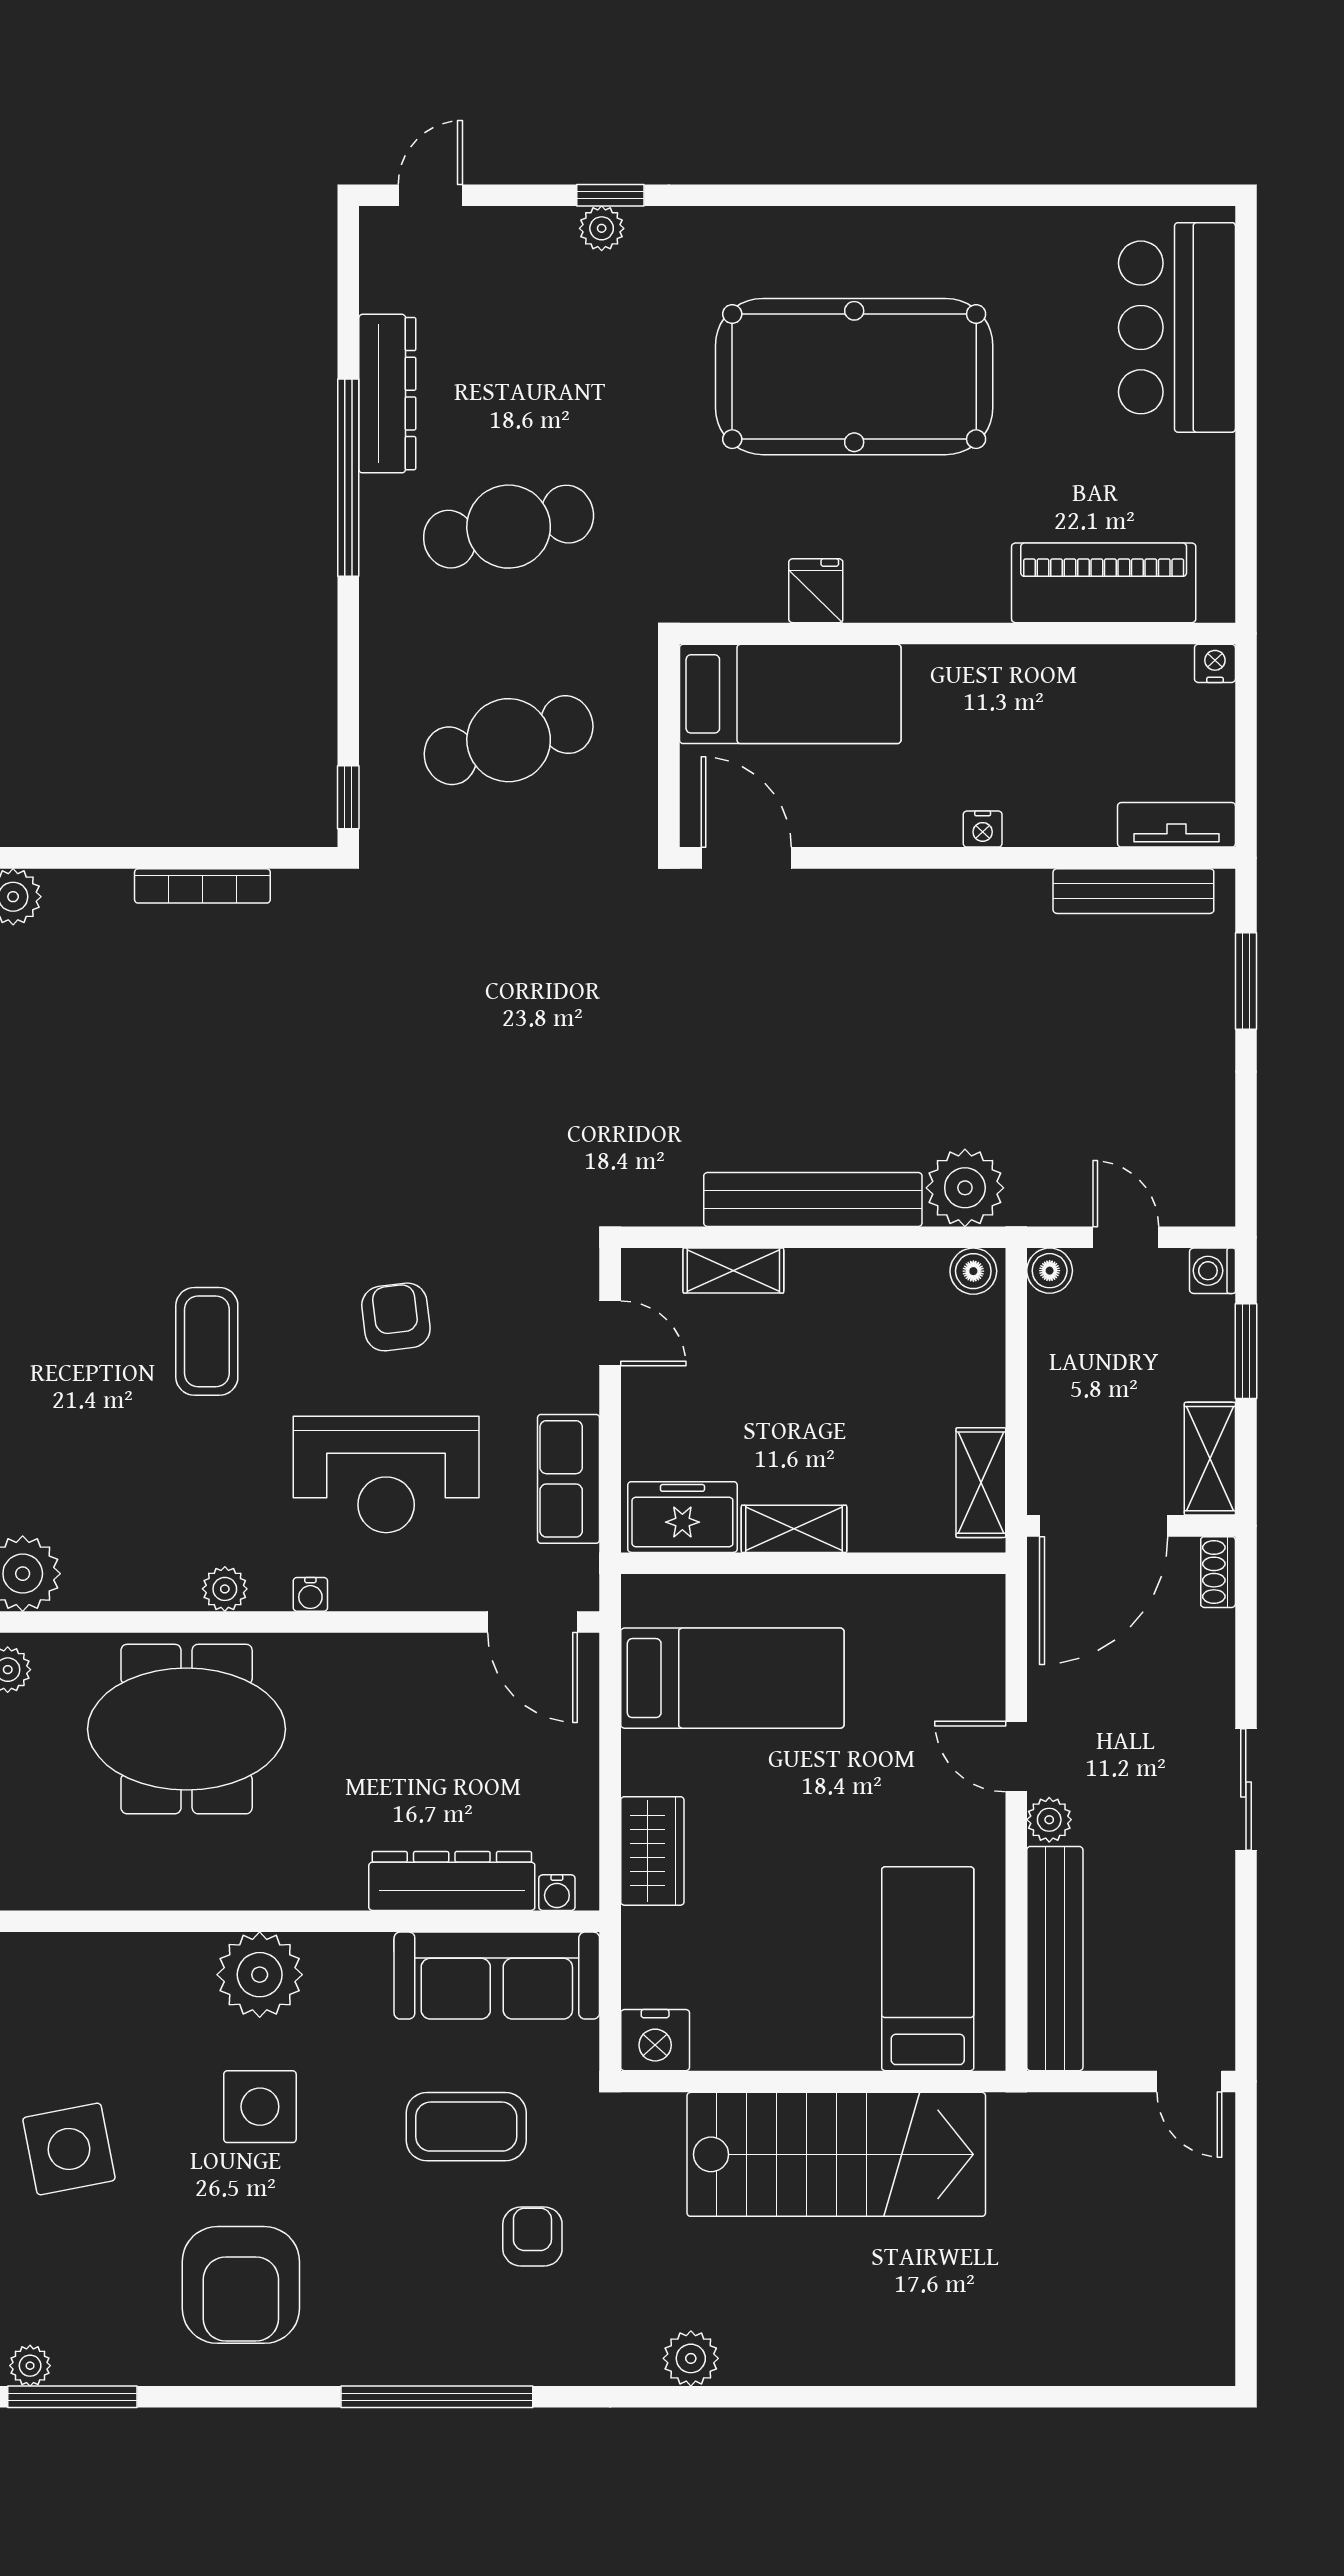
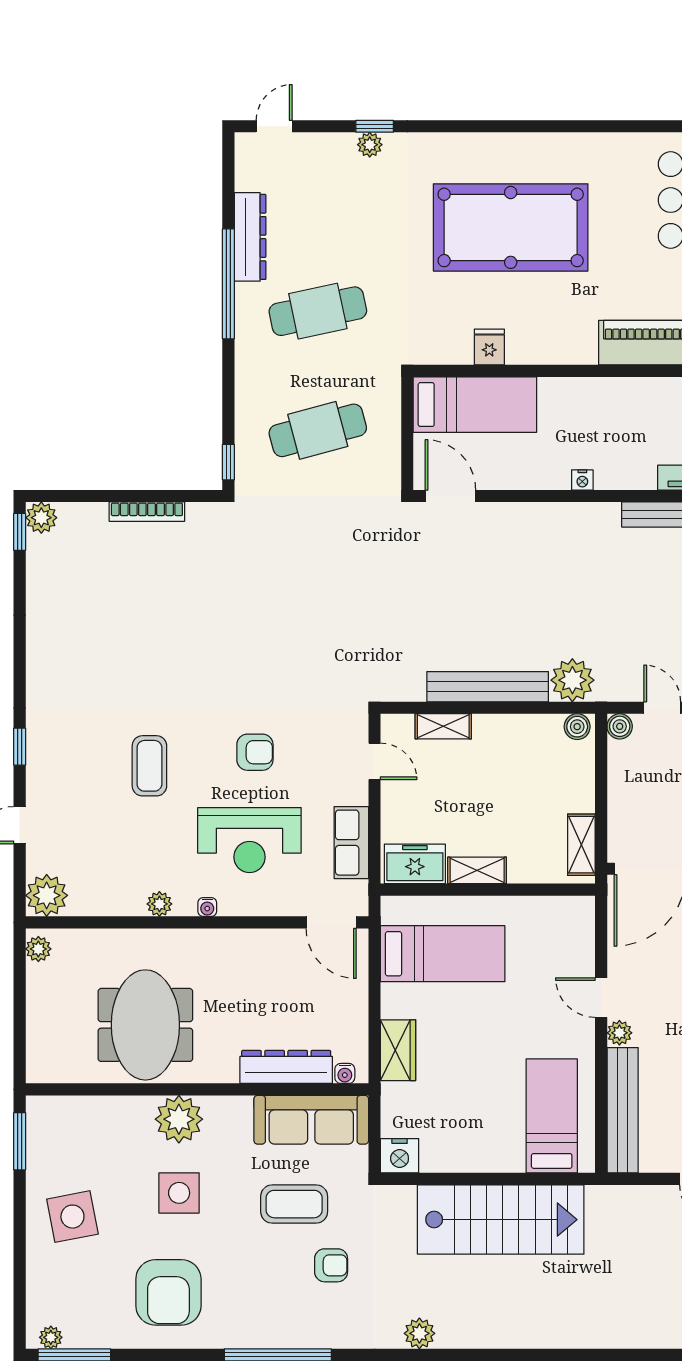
armchair: (396, 1317) -> (255, 752), turned 97
meeting table: (187, 1729) -> (145, 1025), moved, turned 90
armchair: (532, 2236) -> (331, 1265), turned 90

